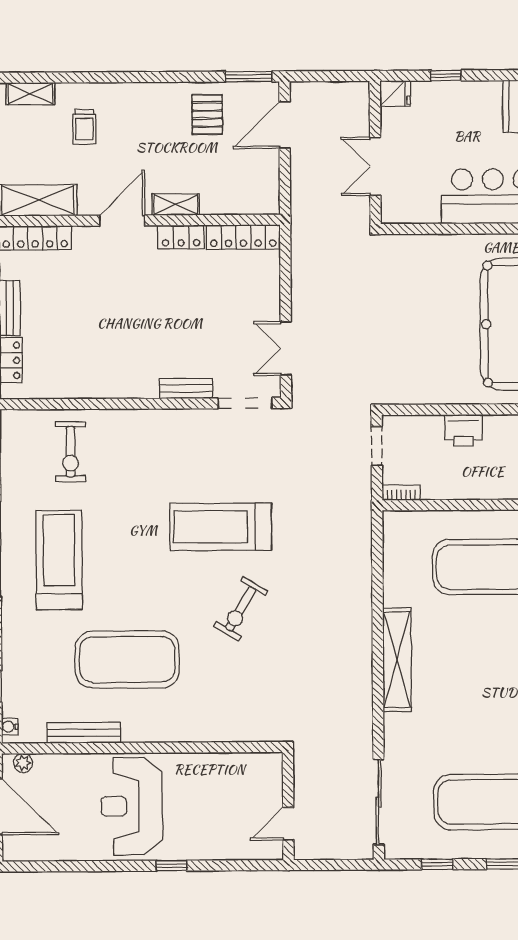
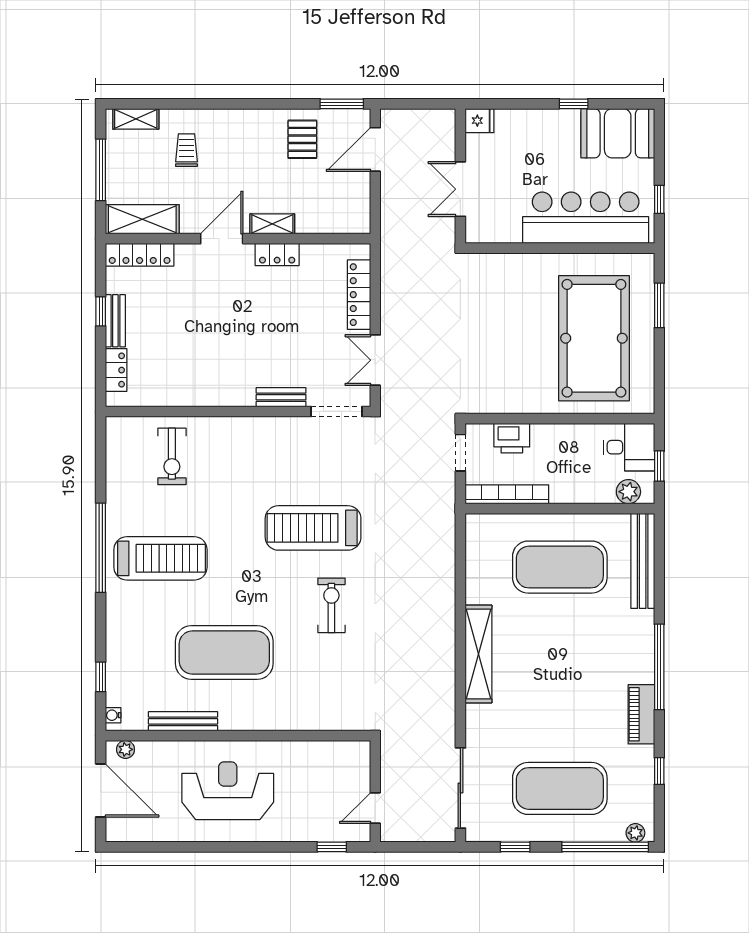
window: (446, 76) -> (574, 104), moved
trolley: (84, 127) -> (187, 150), turned 180
locker: (243, 237) -> (359, 295), moved, turned 90
printer: (463, 430) -> (512, 438), moved
bookcase: (401, 493) -> (507, 494), width x2.31, depth x1.31
treadmill: (59, 560) -> (160, 558), turned 90
exercise bike: (241, 609) -> (331, 605), turned 149
reception desk: (132, 806) -> (228, 791), turned 90
window: (172, 866) -> (332, 847), moved

